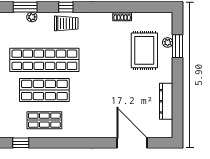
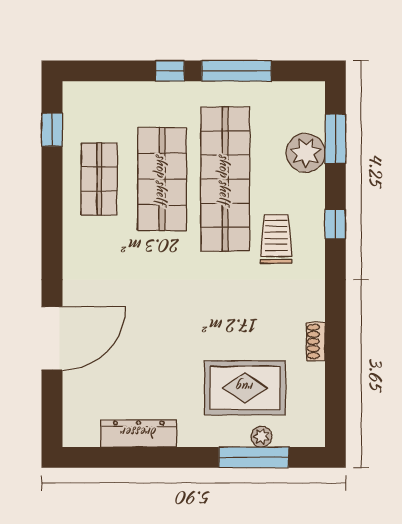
plant: (32, 17) -> (306, 153), width x1.88, depth x1.88
trolley: (66, 23) -> (276, 239), moved, turned 180
window: (178, 46) -> (254, 457), width x1.44
door: (132, 143) -> (52, 338), moved

